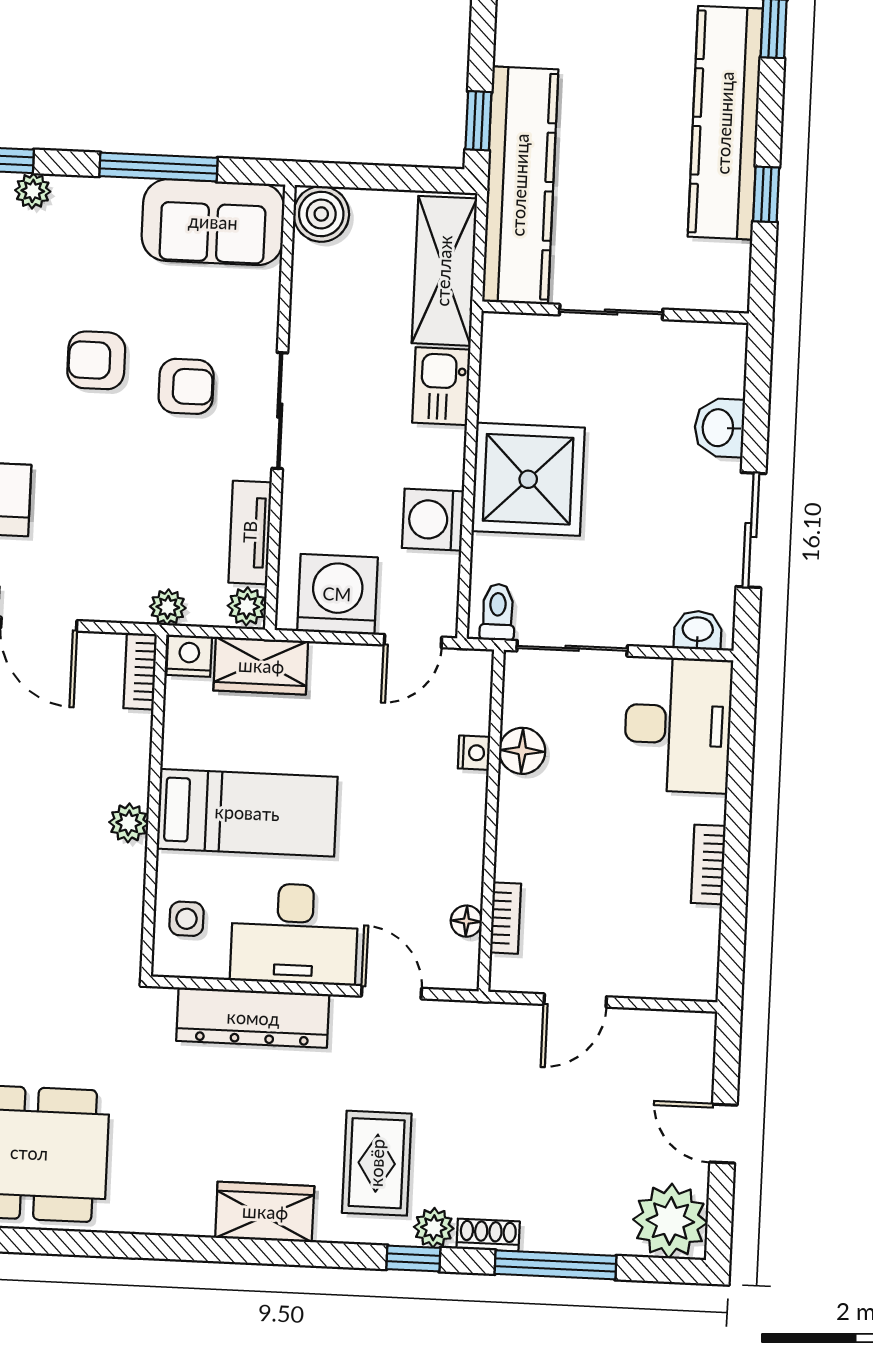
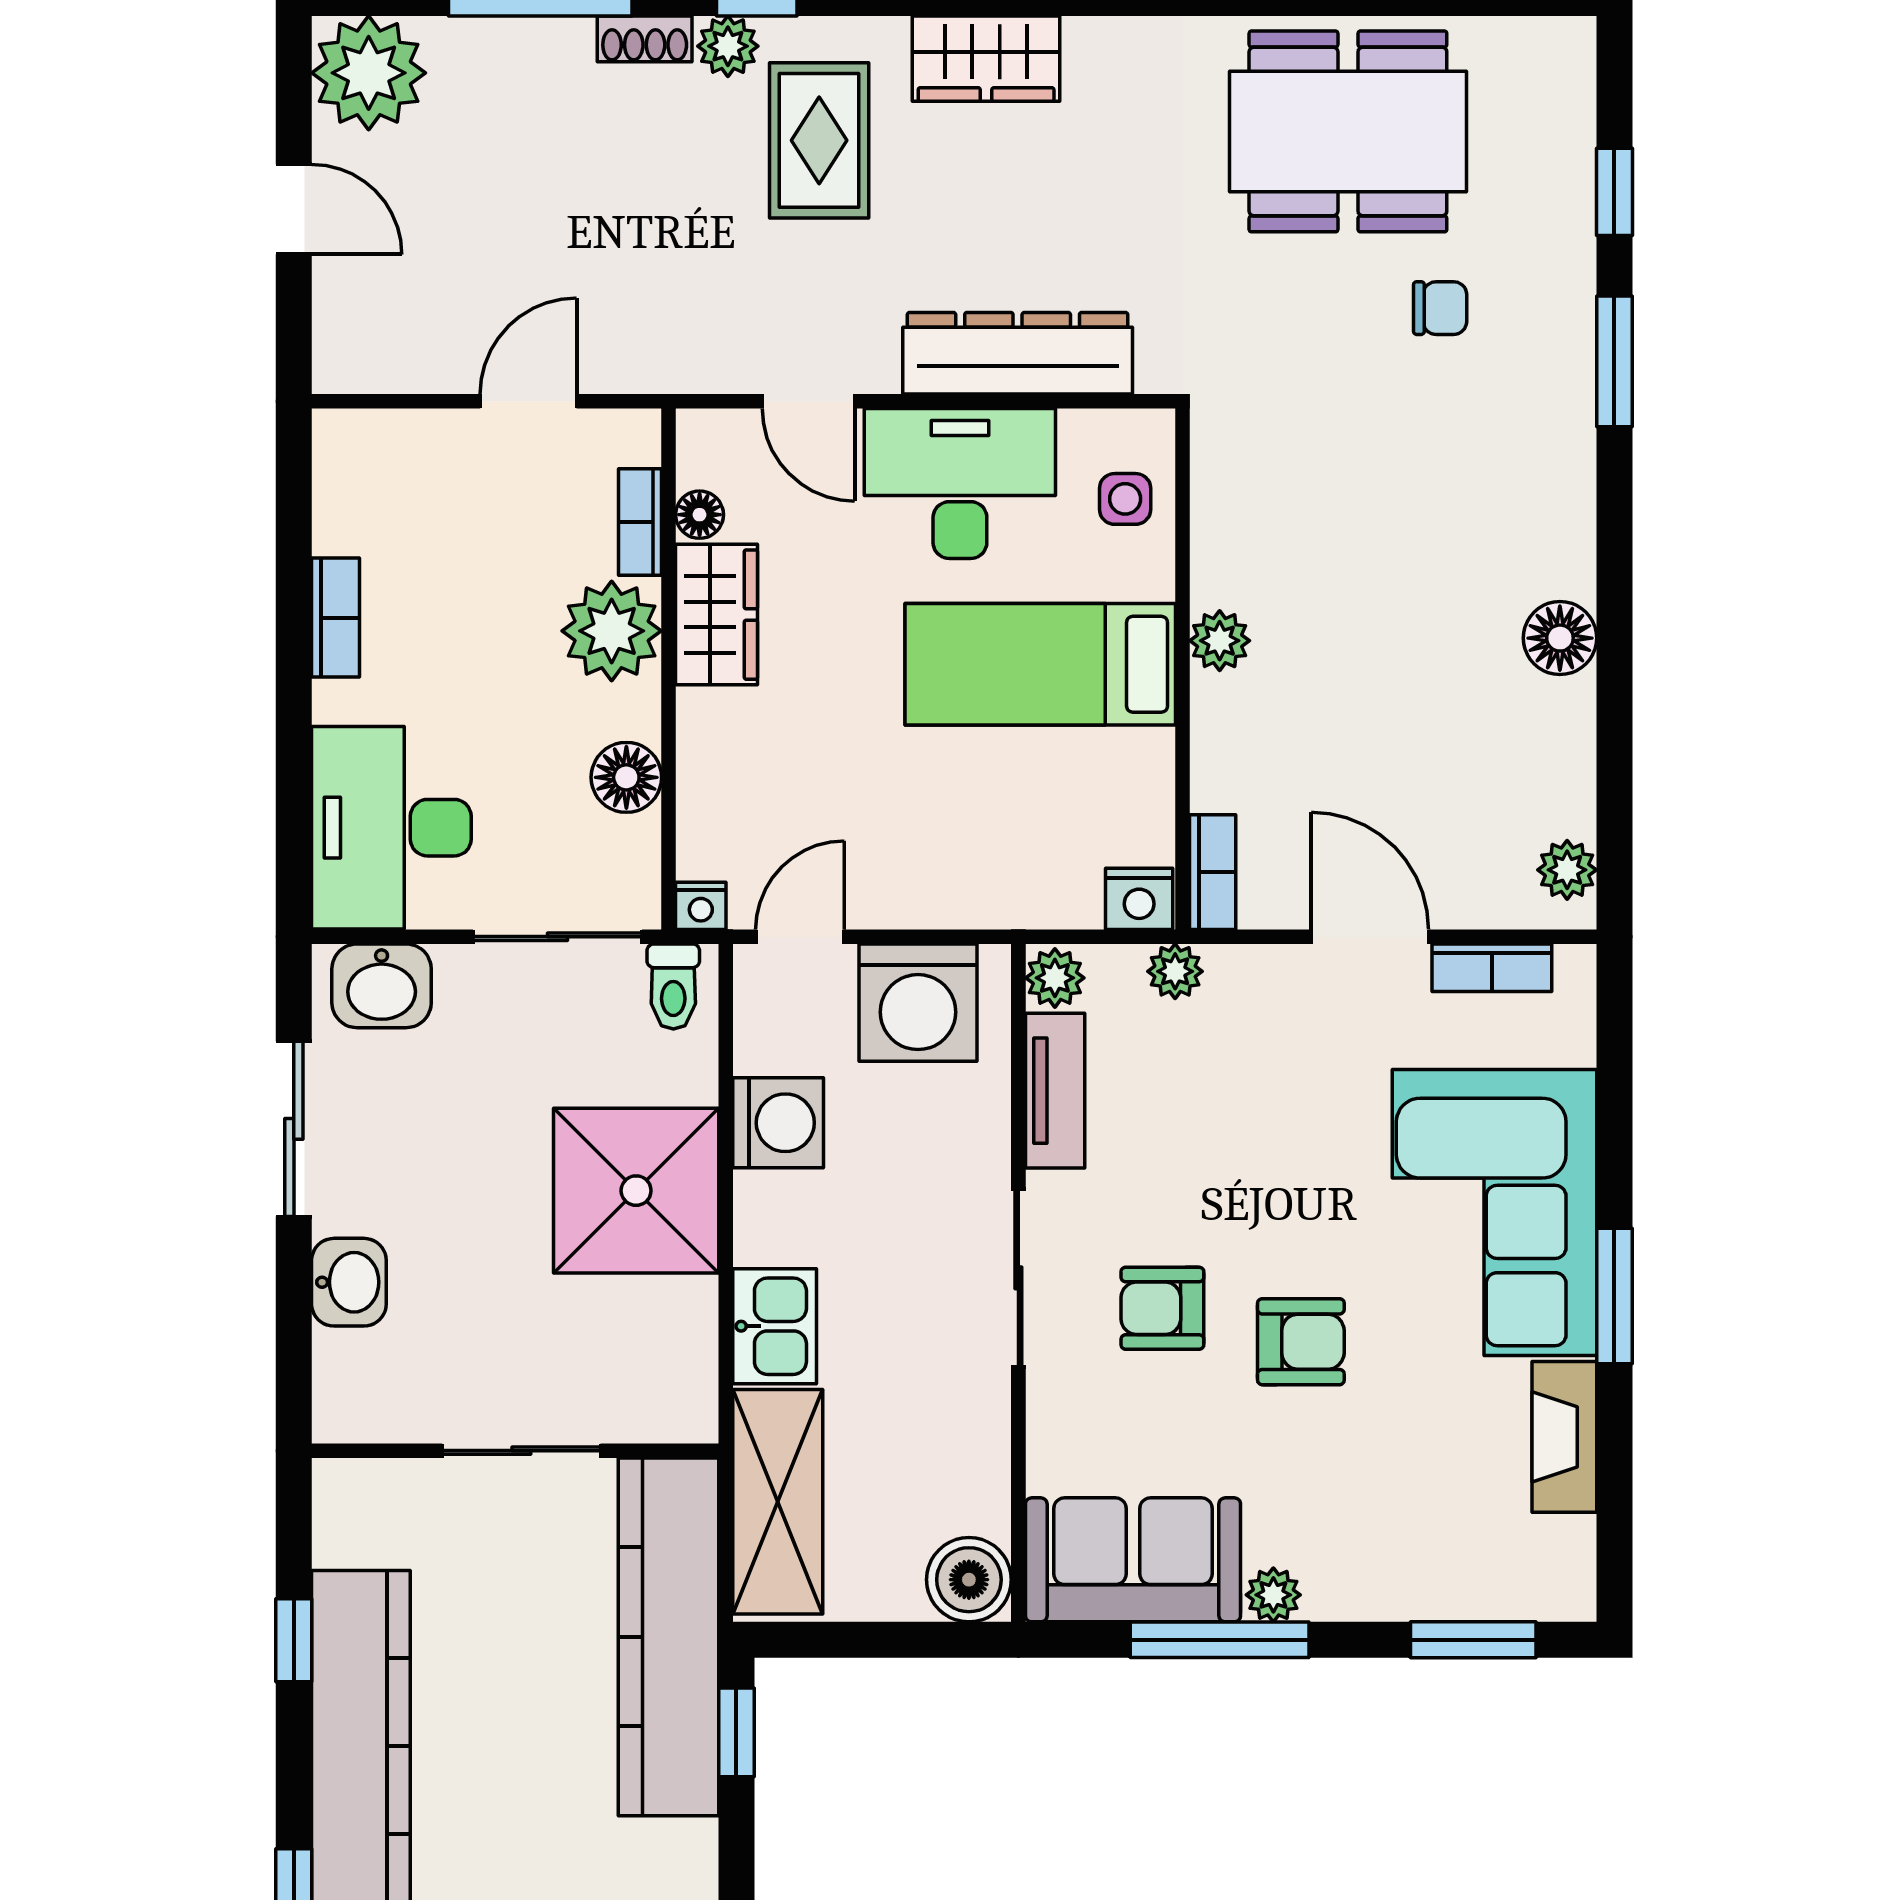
plant: (33, 191) -> (1273, 1595), moved
washbasin: (698, 630) -> (382, 986), width x1.38, depth x1.45
wardrobe: (261, 666) -> (717, 615), moved, turned 90
nightstand: (474, 753) -> (701, 906), moved, turned -90
plant: (527, 847) -> (612, 631), added

